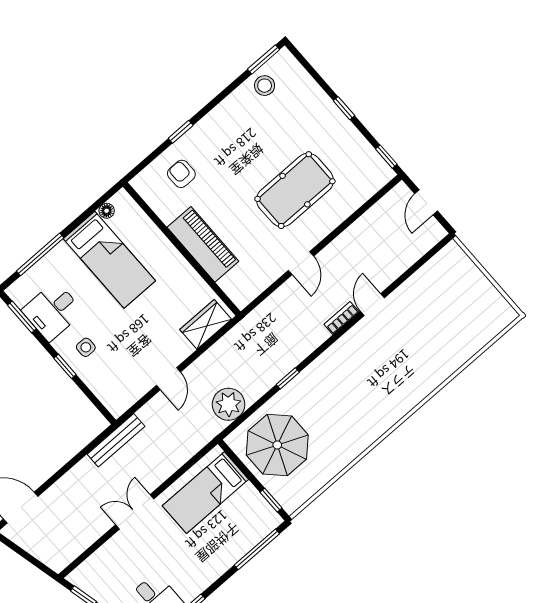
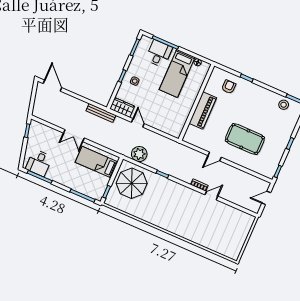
desk: (53, 311) -> (159, 54), moved, turned 90
wardrobe: (206, 324) -> (122, 107), moved
door: (168, 379) -> (138, 123), swing flipped
double door: (135, 512) -> (74, 136), swing flipped

